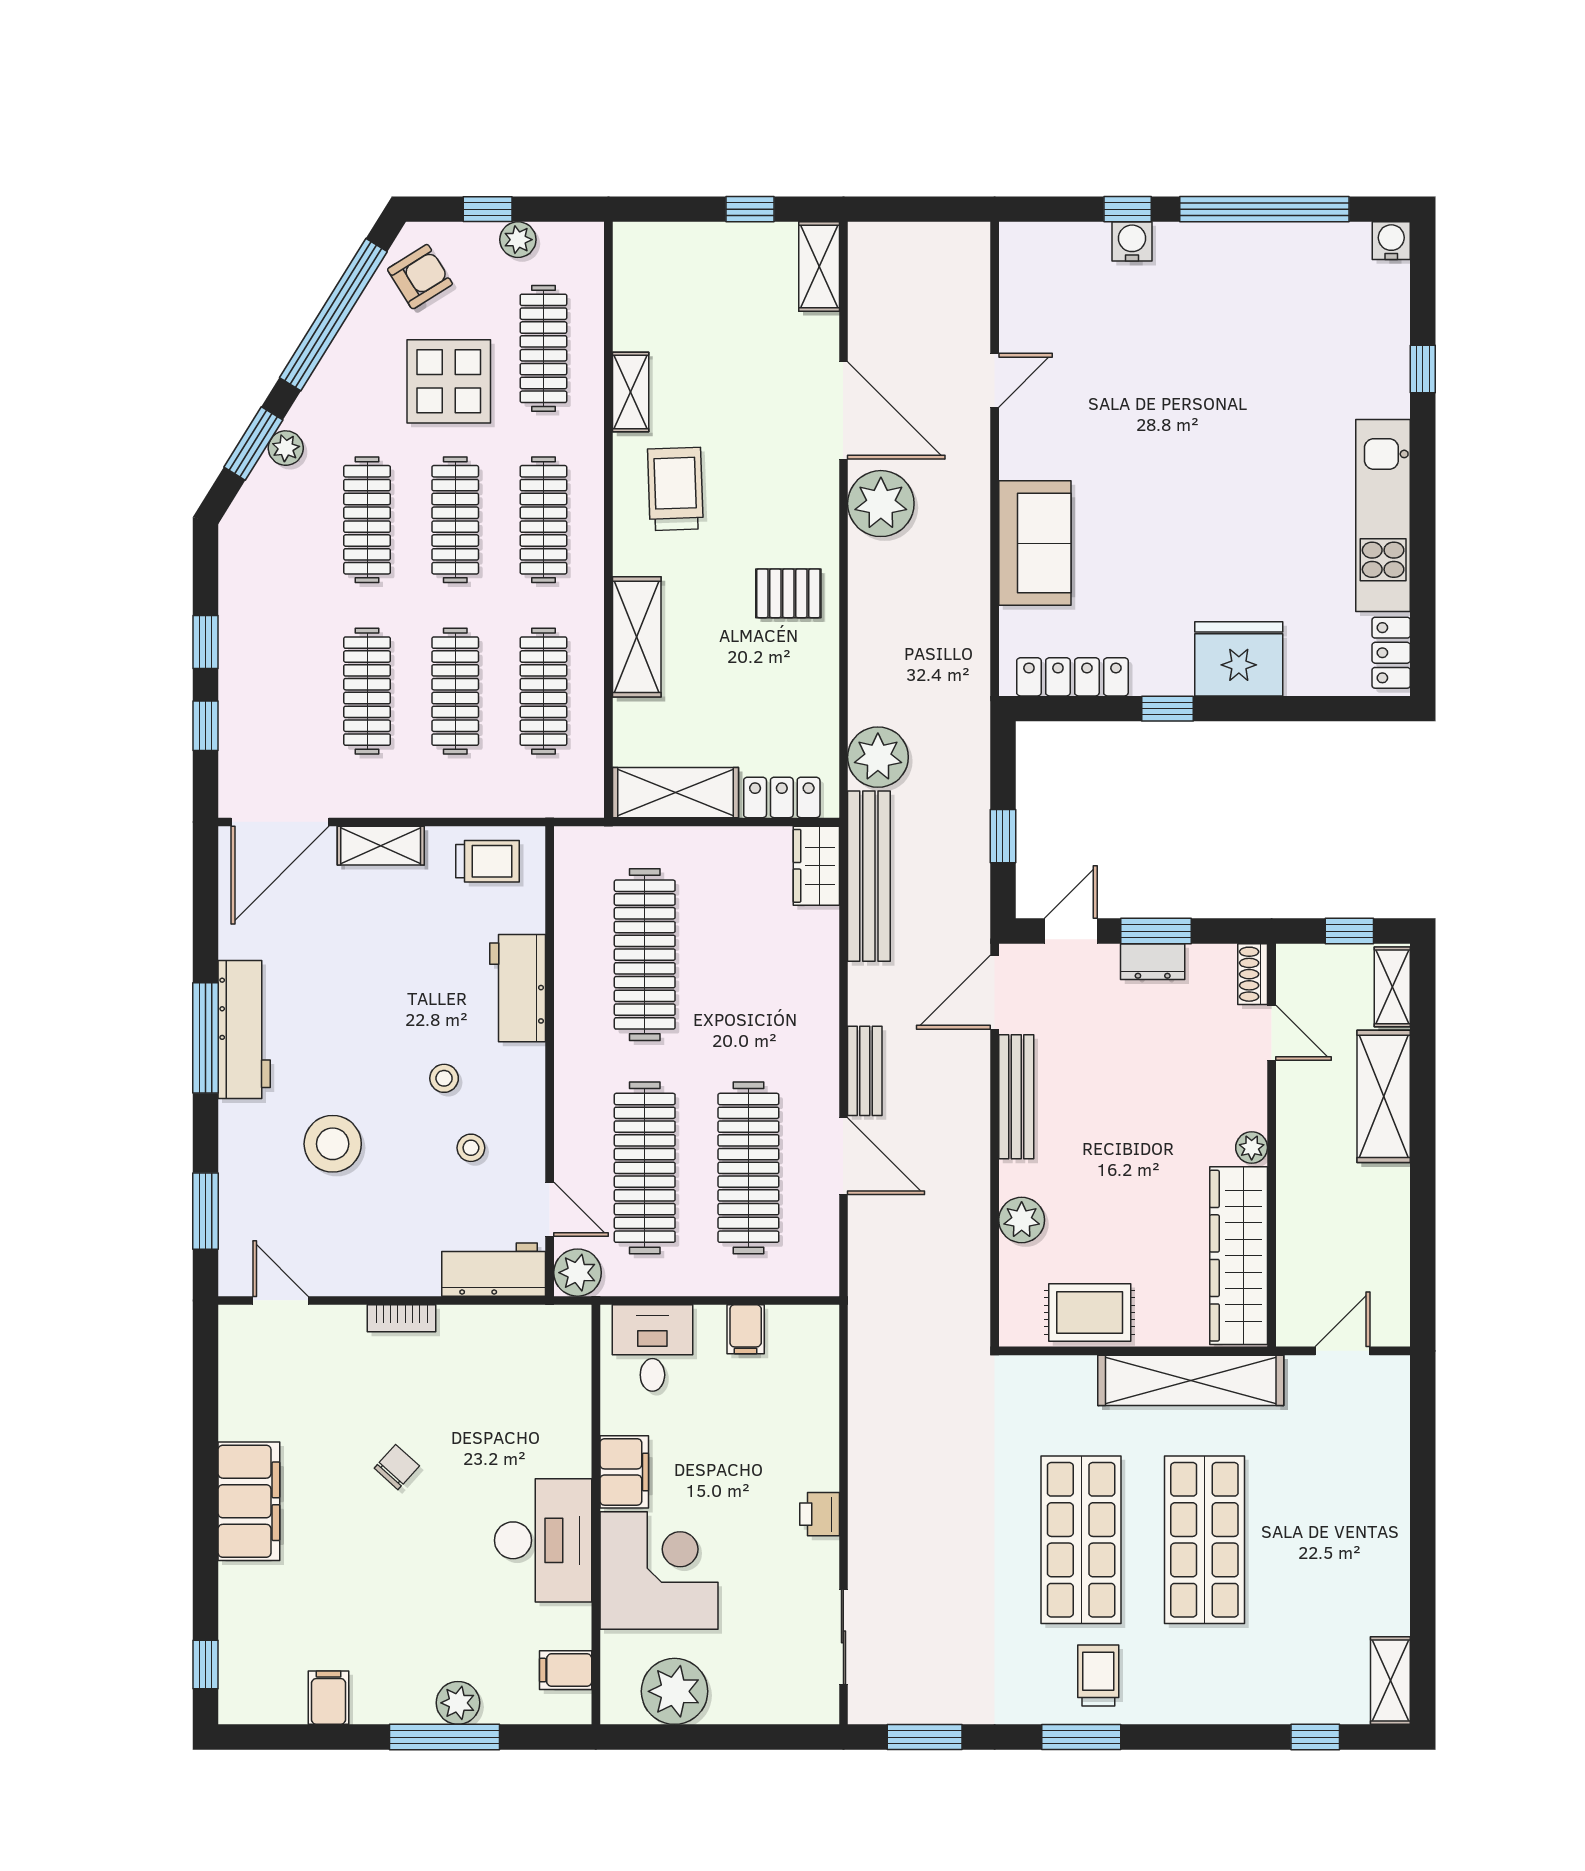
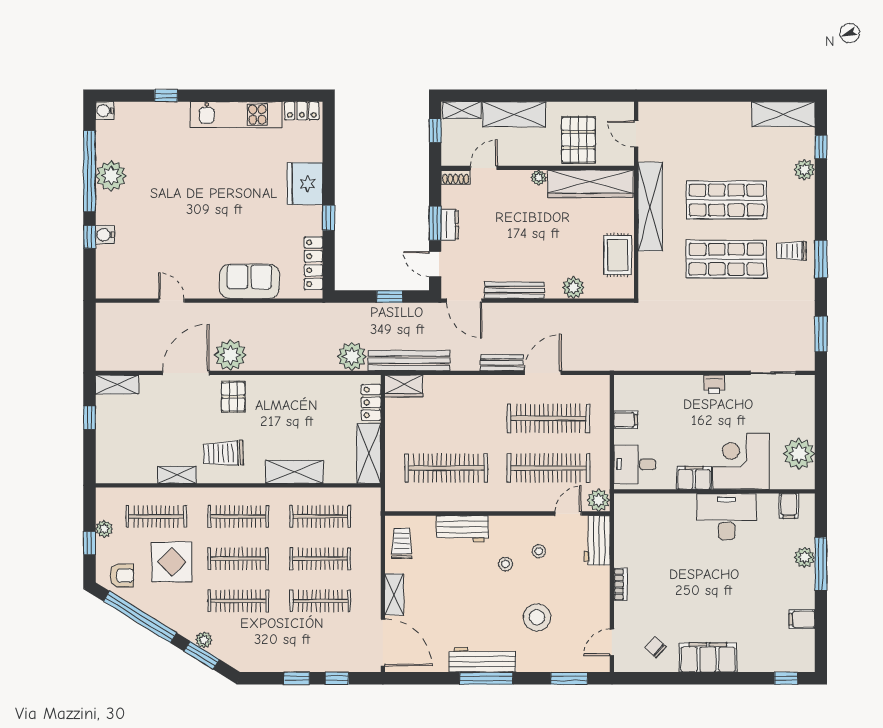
plant: (1255, 254) -> (111, 176), added
armchair: (420, 277) -> (122, 576), turned 122
pallet: (788, 593) -> (233, 397), moved
pallet: (1330, 1231) -> (578, 140), added
chair: (397, 1467) -> (655, 647), moved
shelving: (1390, 1681) -> (783, 114), width x1.50, depth x1.33
plant: (1268, 1703) -> (804, 170), added

